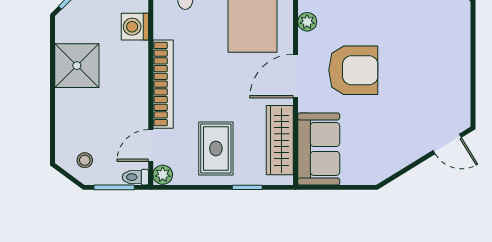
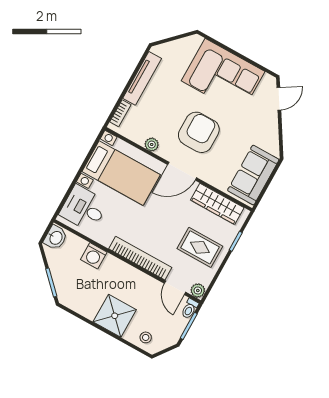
corner sofa: (437, 62) -> (223, 76), added
shower: (77, 66) -> (115, 316), moved
door: (296, 76) -> (182, 171), hinge flipped
sofa: (319, 149) -> (253, 175), moved, turned -90
stool: (85, 160) -> (146, 337), moved

